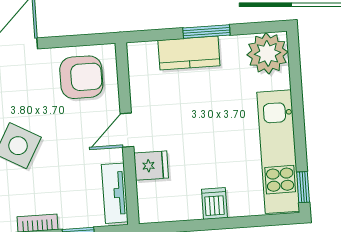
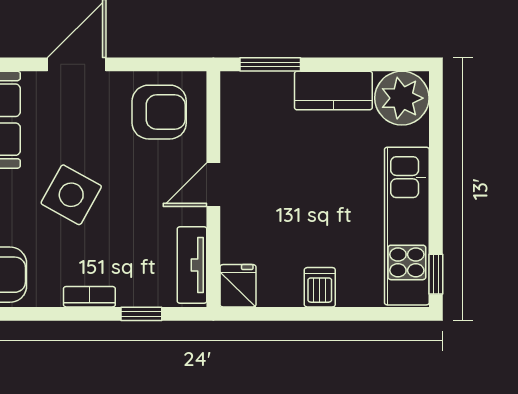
window: (206, 32) -> (270, 64), moved
kitchen counter: (189, 53) -> (333, 90), moved
fridge: (151, 166) -> (238, 286), moved, turned -90

